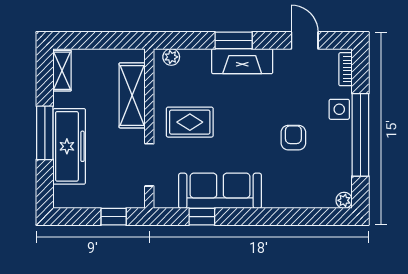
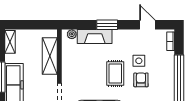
fireplace: (242, 61) -> (95, 37), moved
side table: (339, 109) -> (139, 61), moved
rug: (190, 122) -> (115, 73), moved, turned 90

